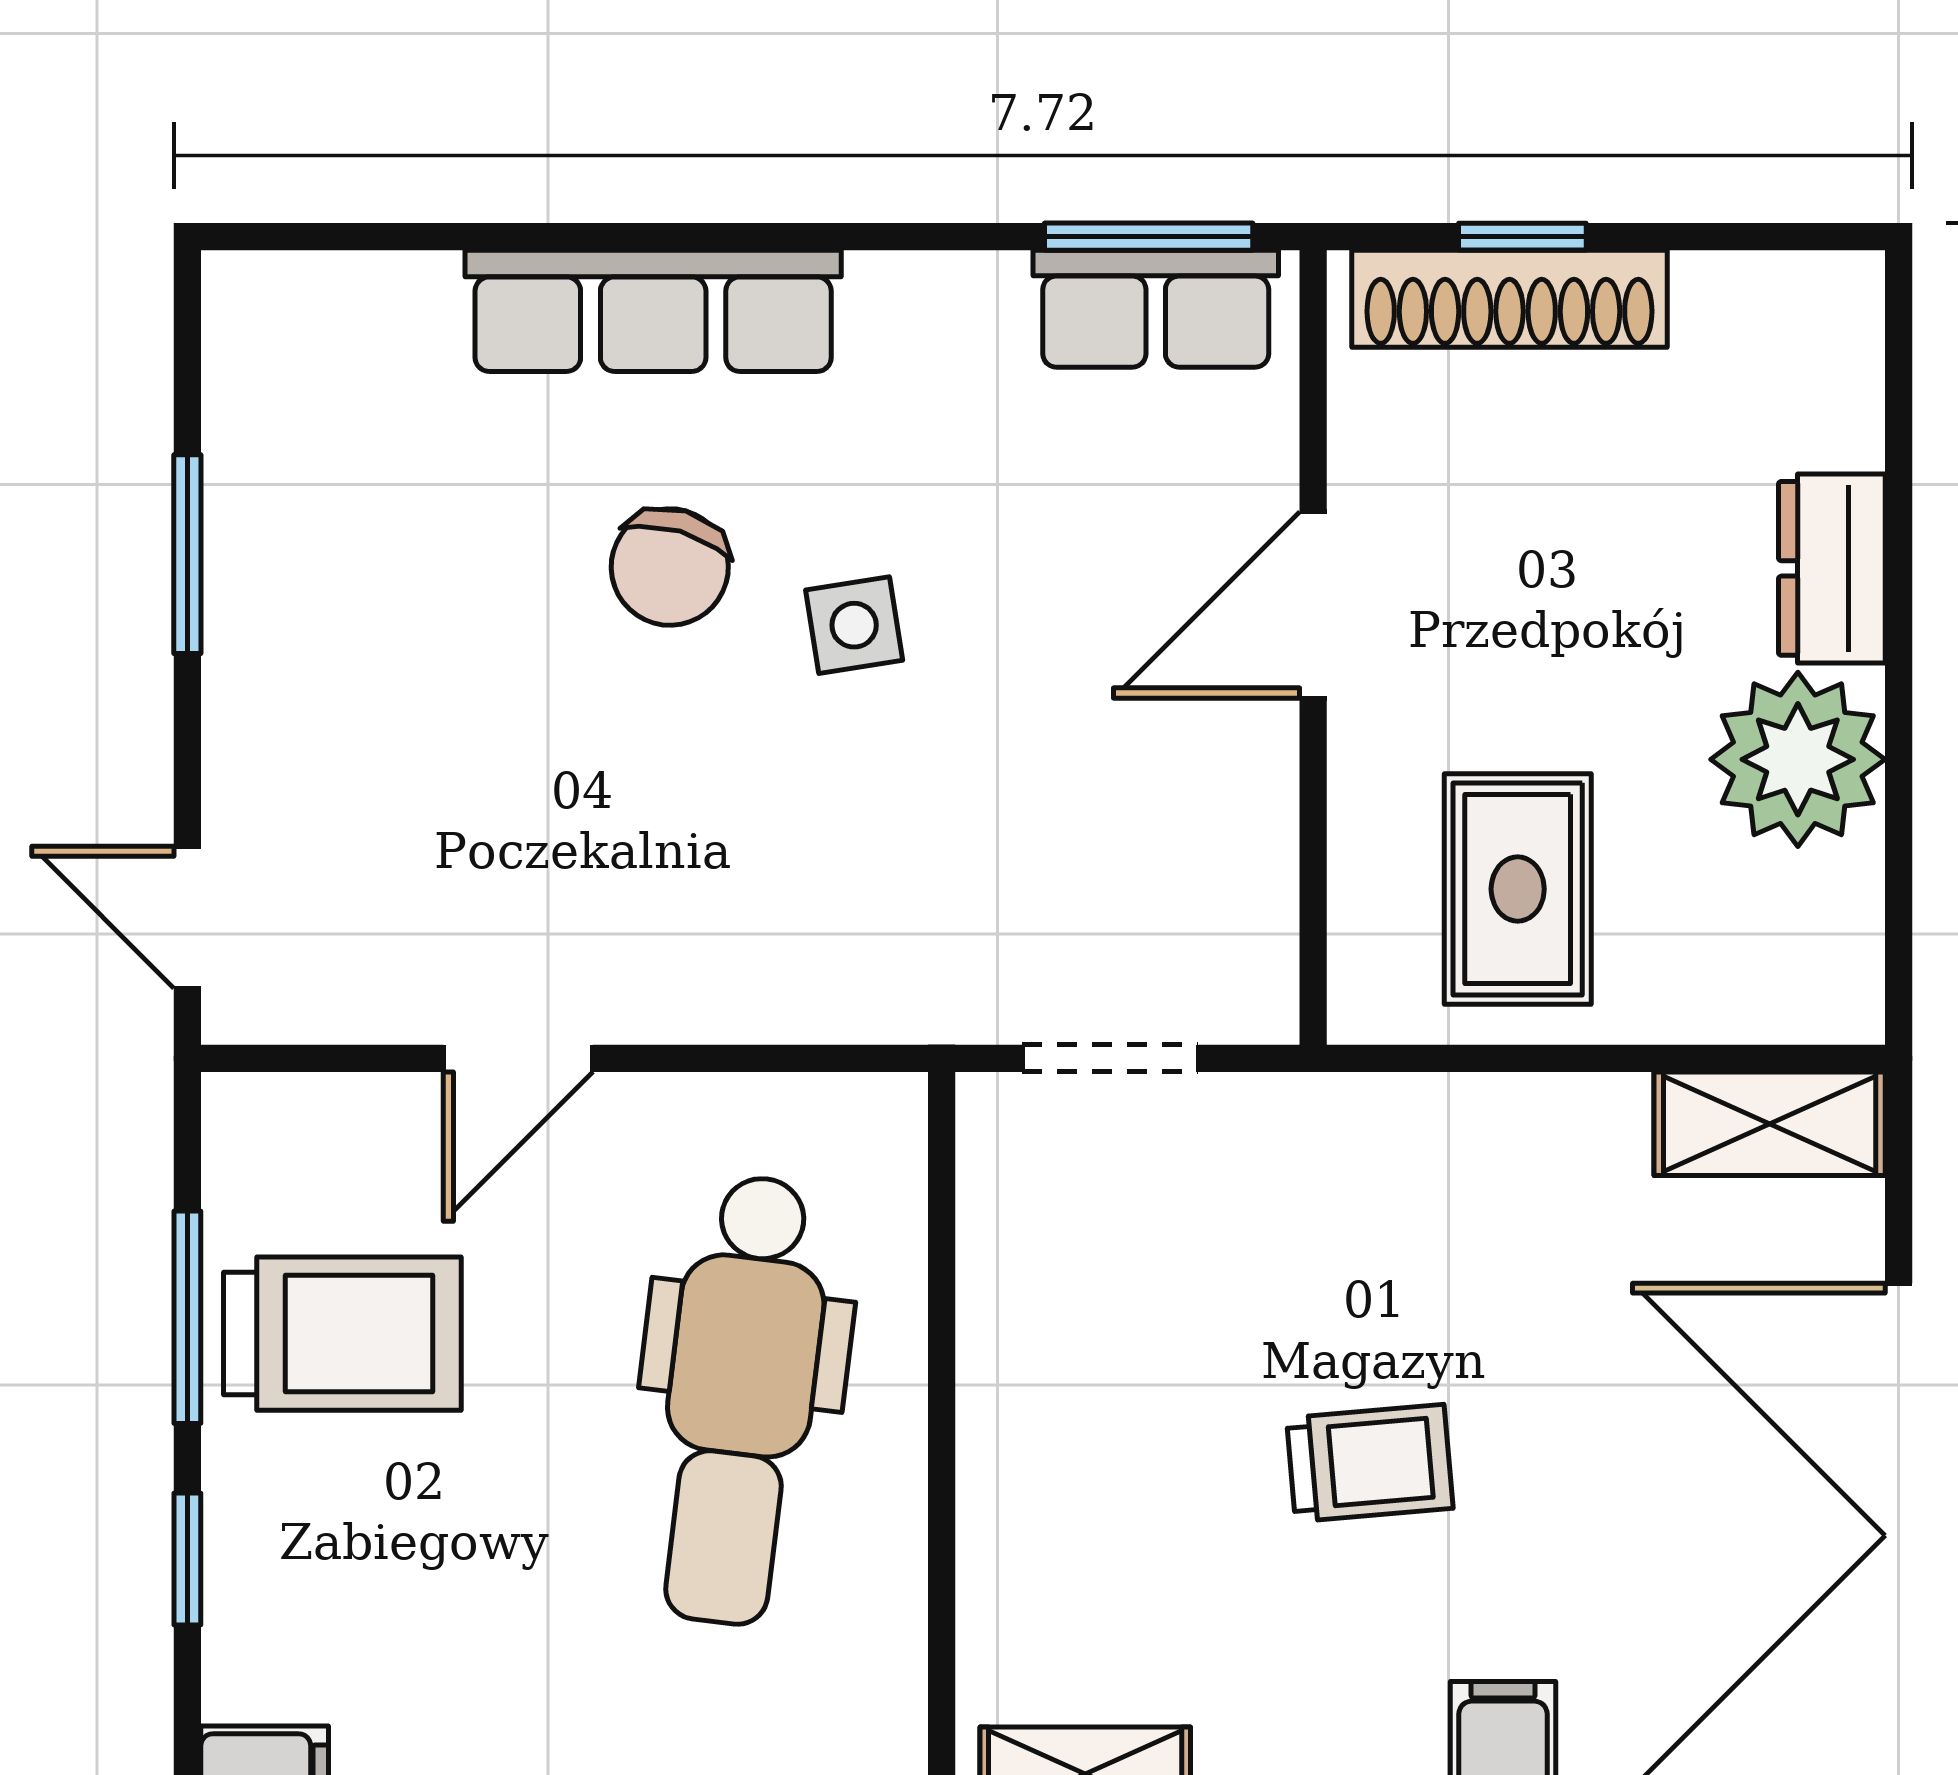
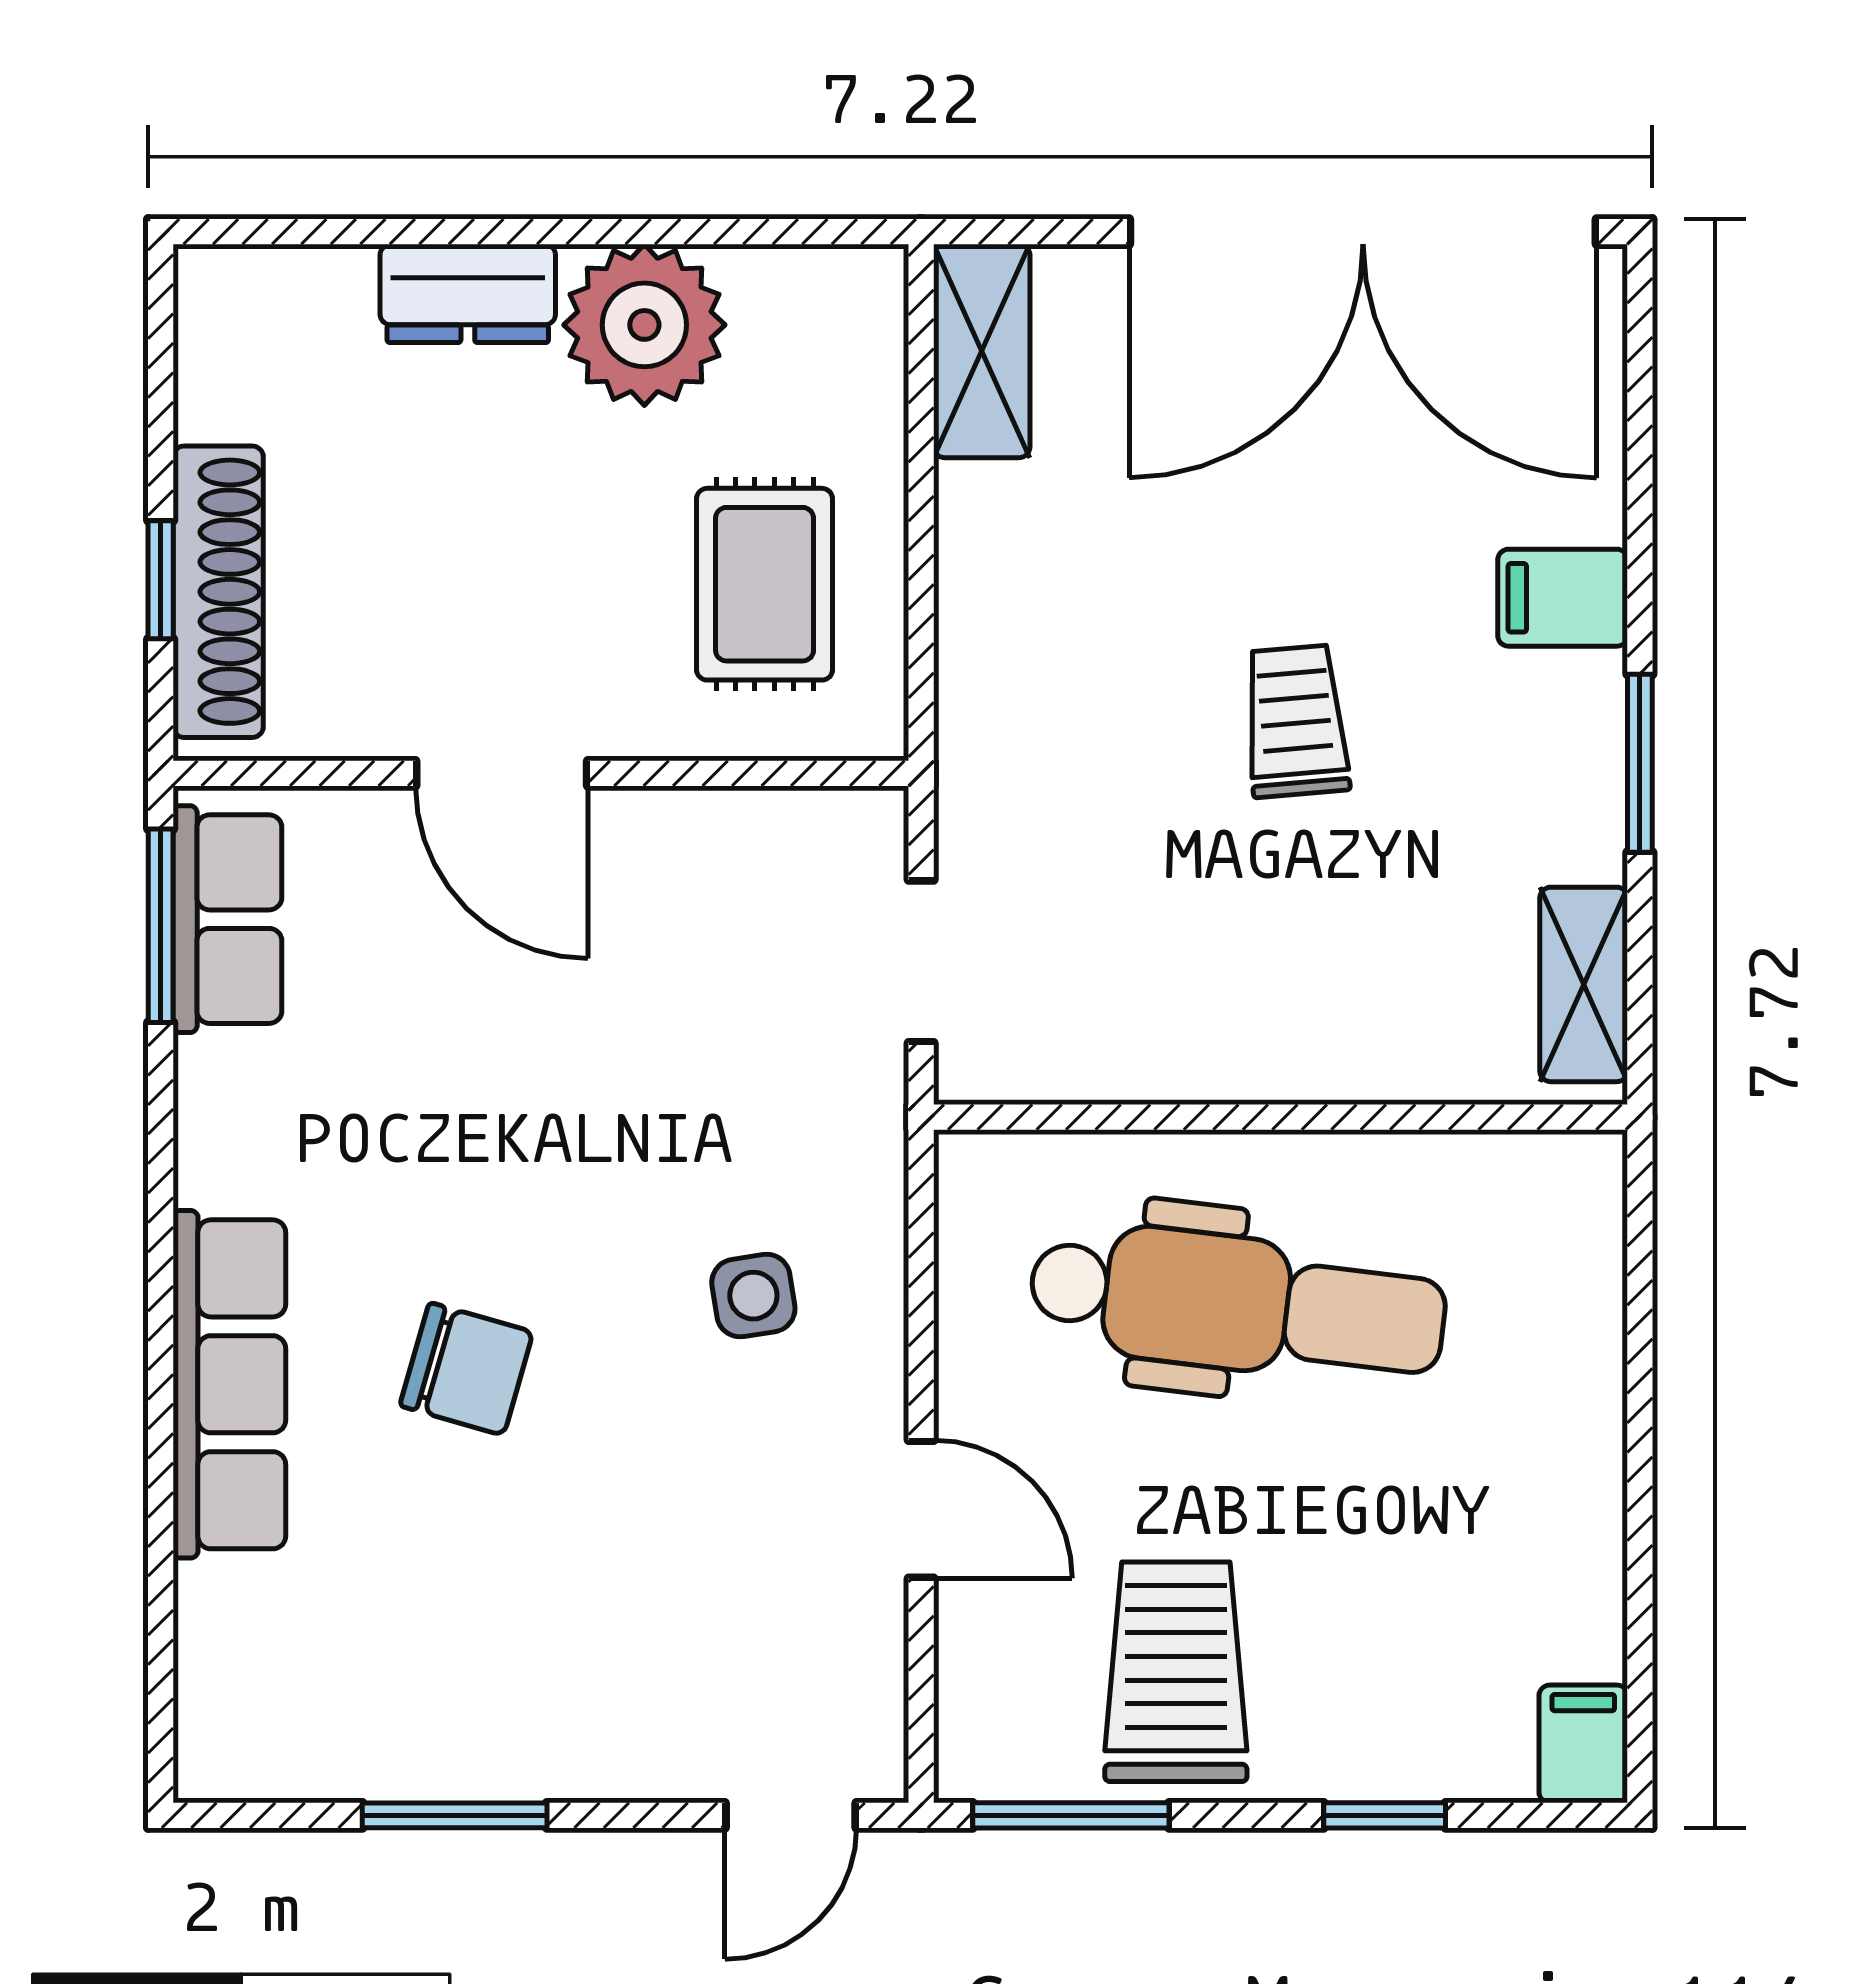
side table: (854, 625) -> (753, 1296), moved
rug: (1518, 889) -> (765, 584), turned 90
window: (187, 1317) -> (1071, 1815), moved

